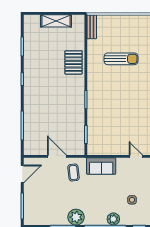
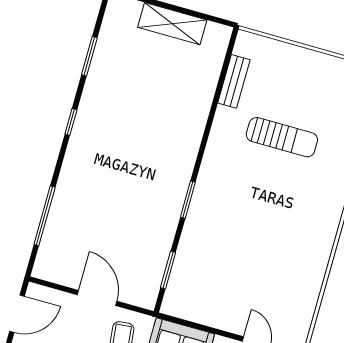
bench: (92, 27) -> (234, 81), moved
pallet: (74, 62) -> (184, 117), removed

